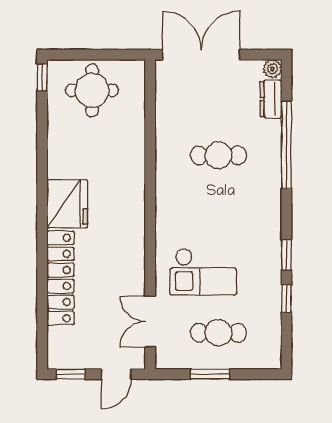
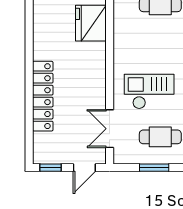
fridge: (67, 204) -> (91, 23), moved, turned 180
checkout: (203, 272) -> (149, 91), turned 180

